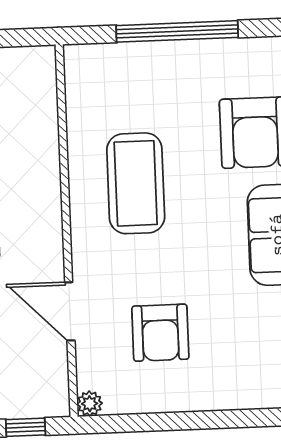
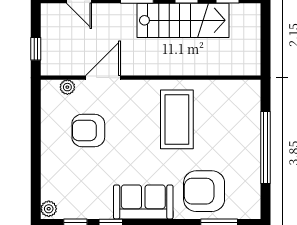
coffee table: (136, 183) -> (177, 119), turned 90
plant: (90, 404) -> (67, 87), moved

